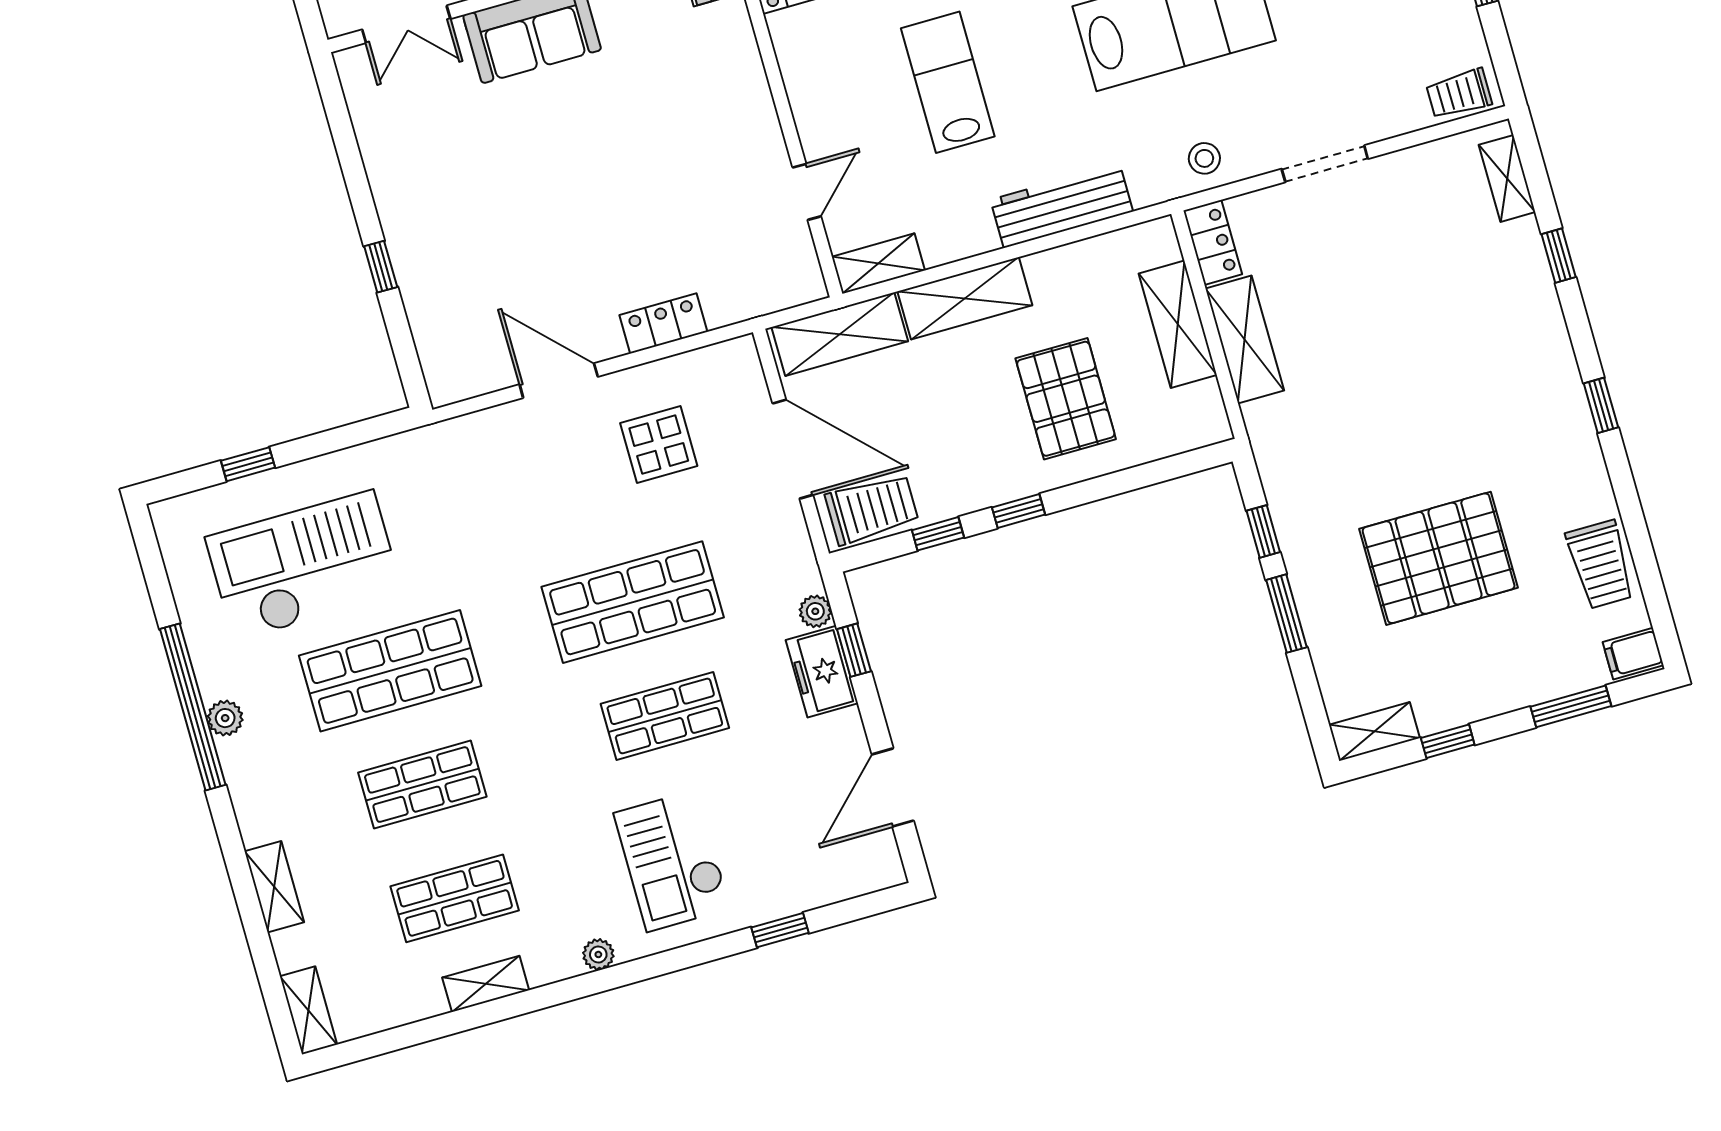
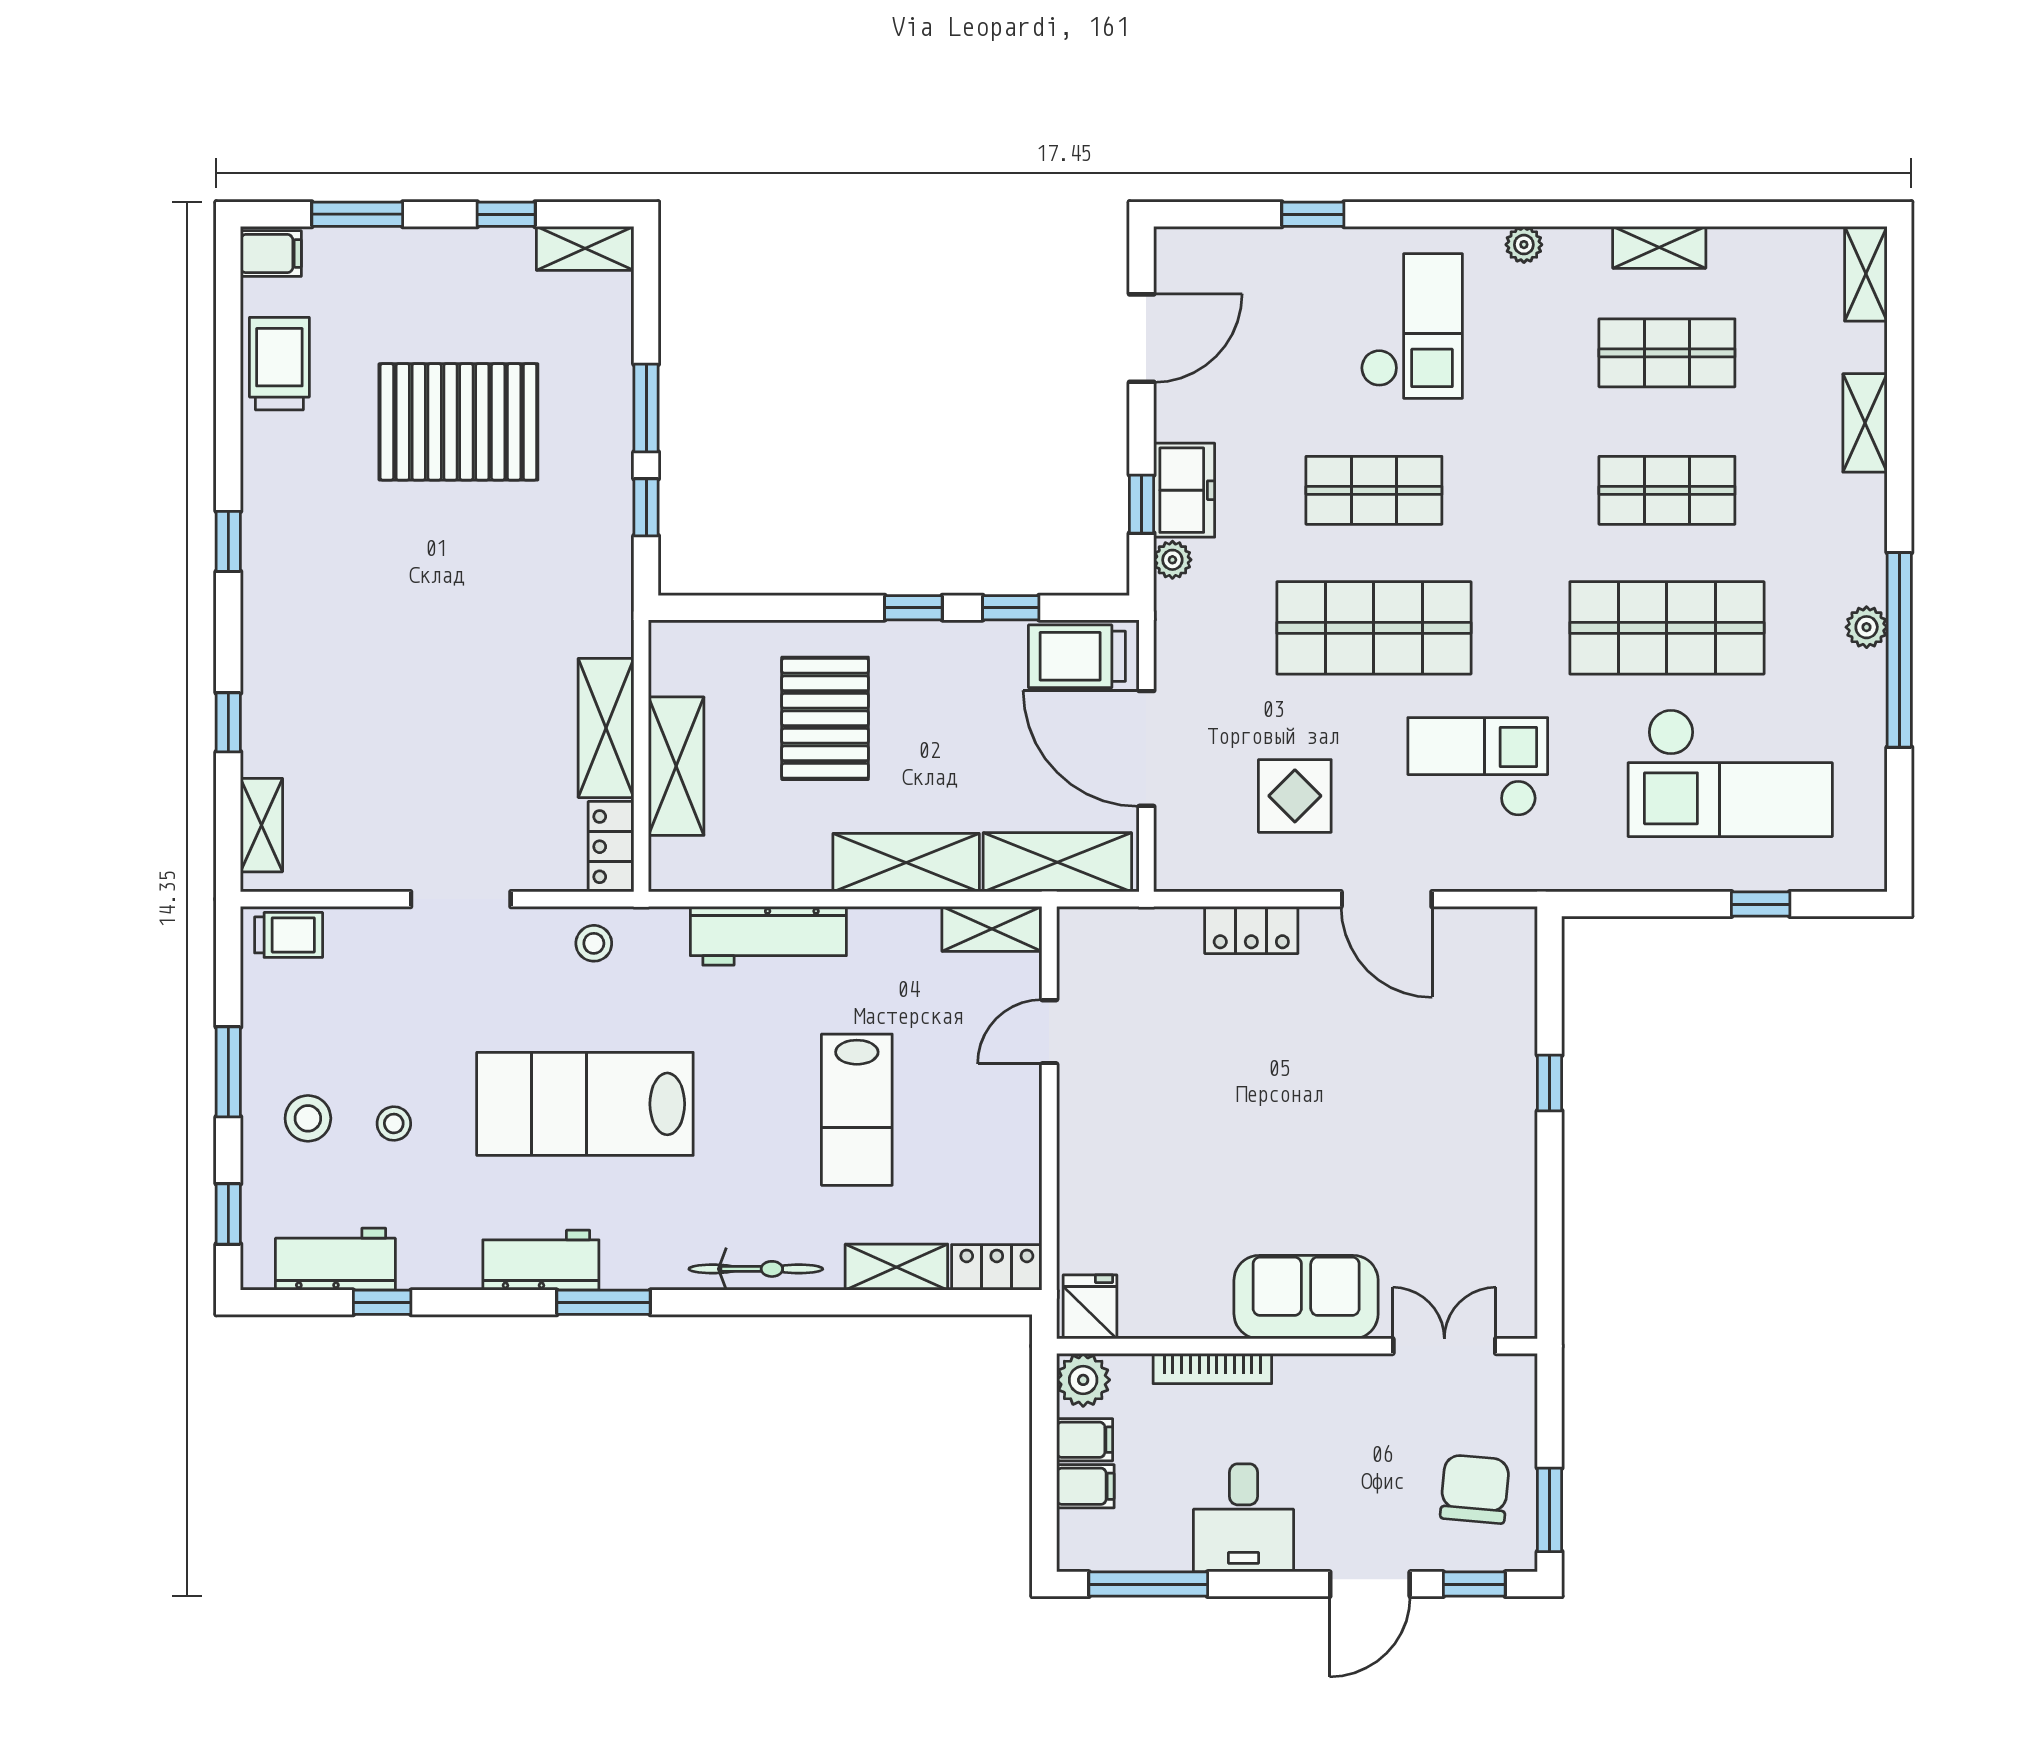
checkout: (514, 512) -> (1478, 767), added

